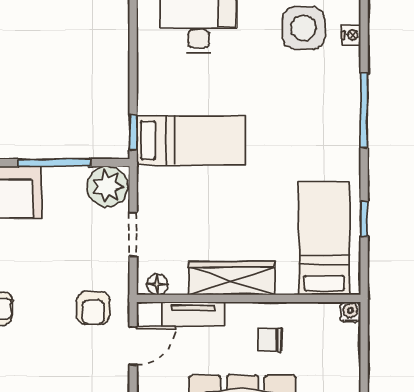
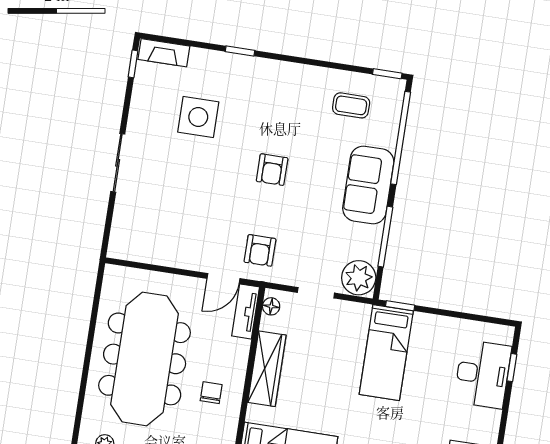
armchair: (93, 308) -> (260, 250), turned -90
tv unit: (193, 314) -> (246, 311), moved
door: (133, 346) -> (223, 278), hinge flipped

